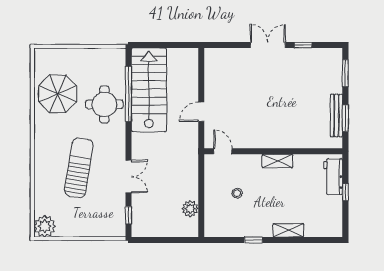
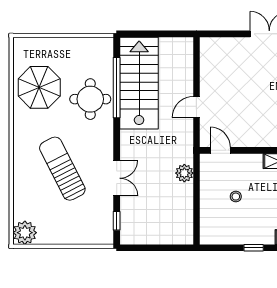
sun lounger: (79, 168) -> (62, 169), turned -36
plant: (190, 209) -> (184, 173), moved

